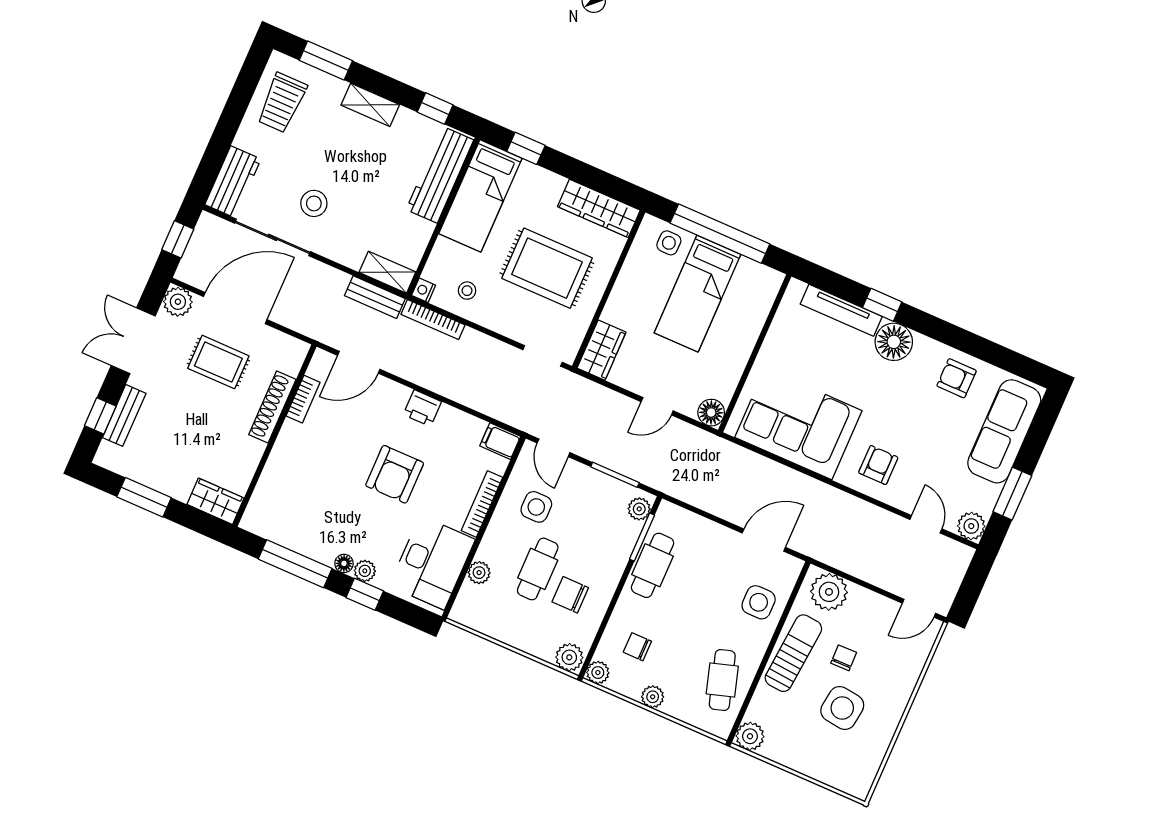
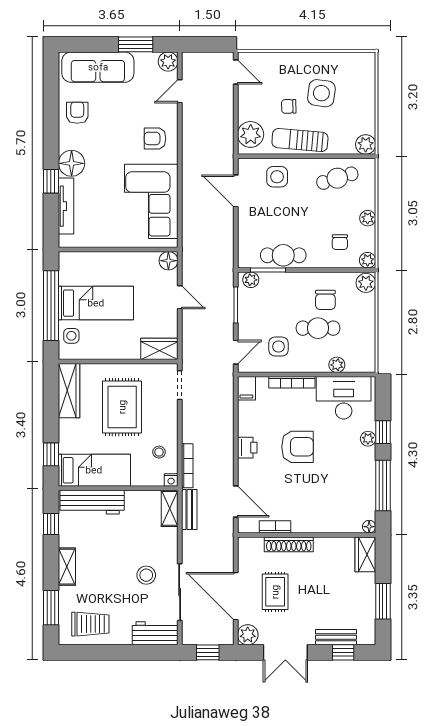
armchair: (957, 378) -> (77, 113), turned 180
floor lamp: (344, 563) -> (369, 527), moved

